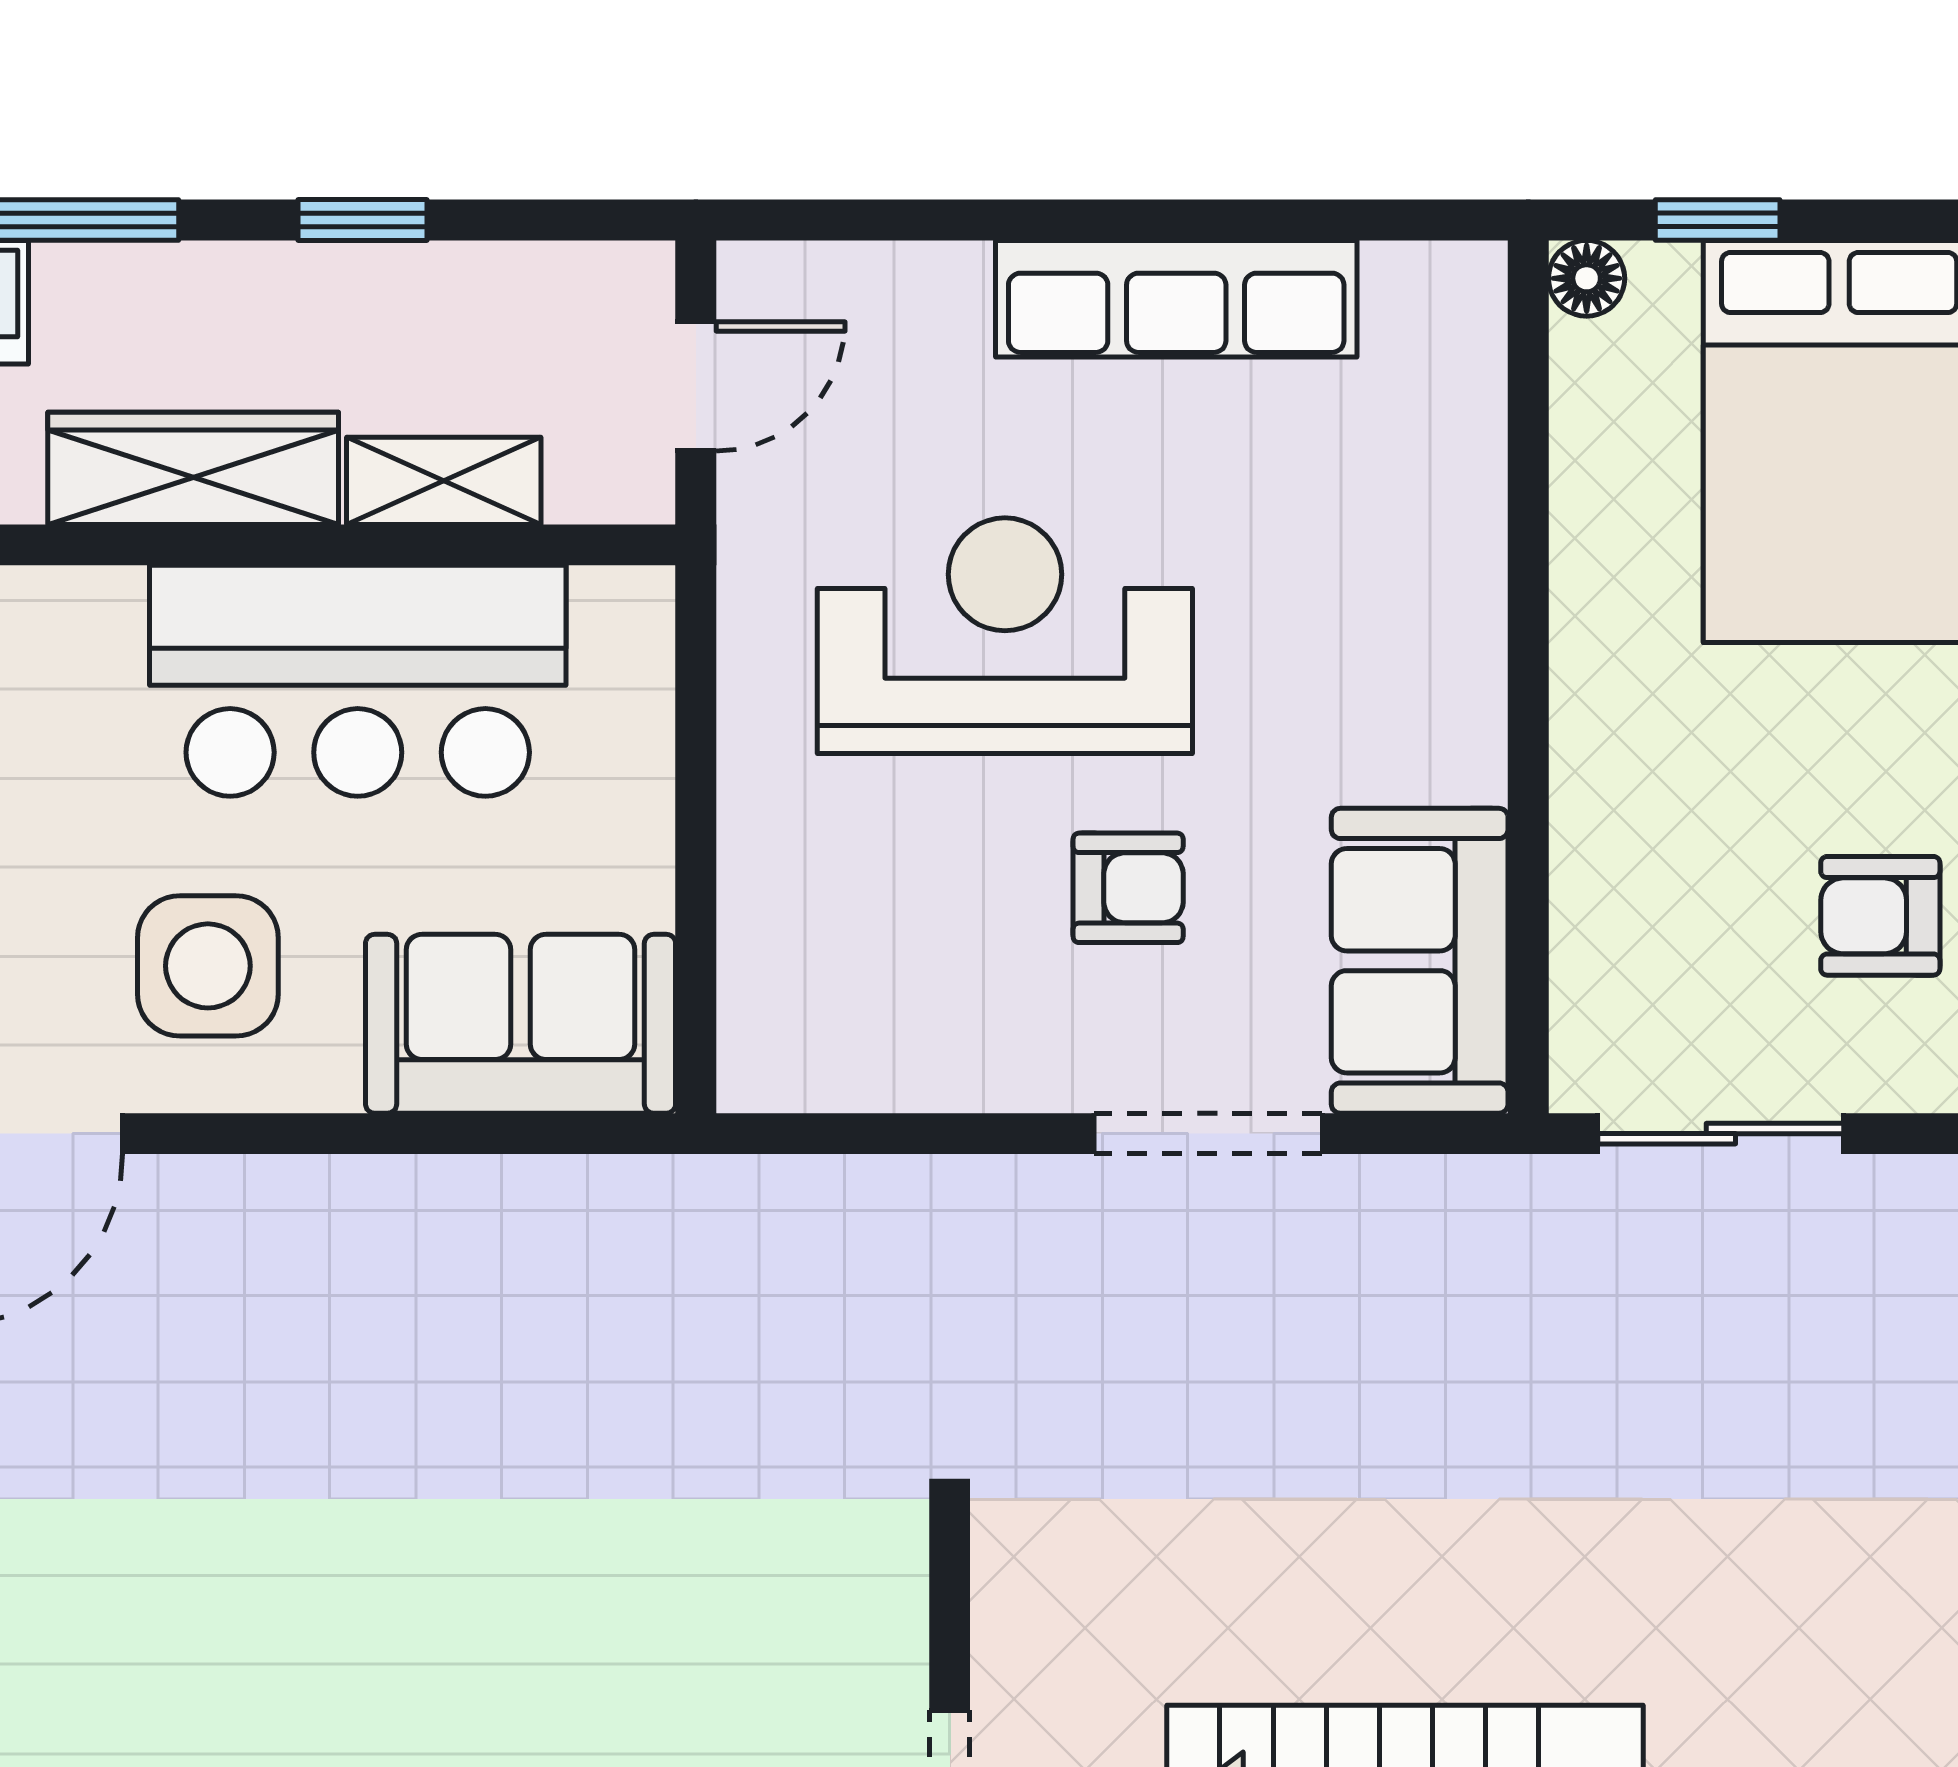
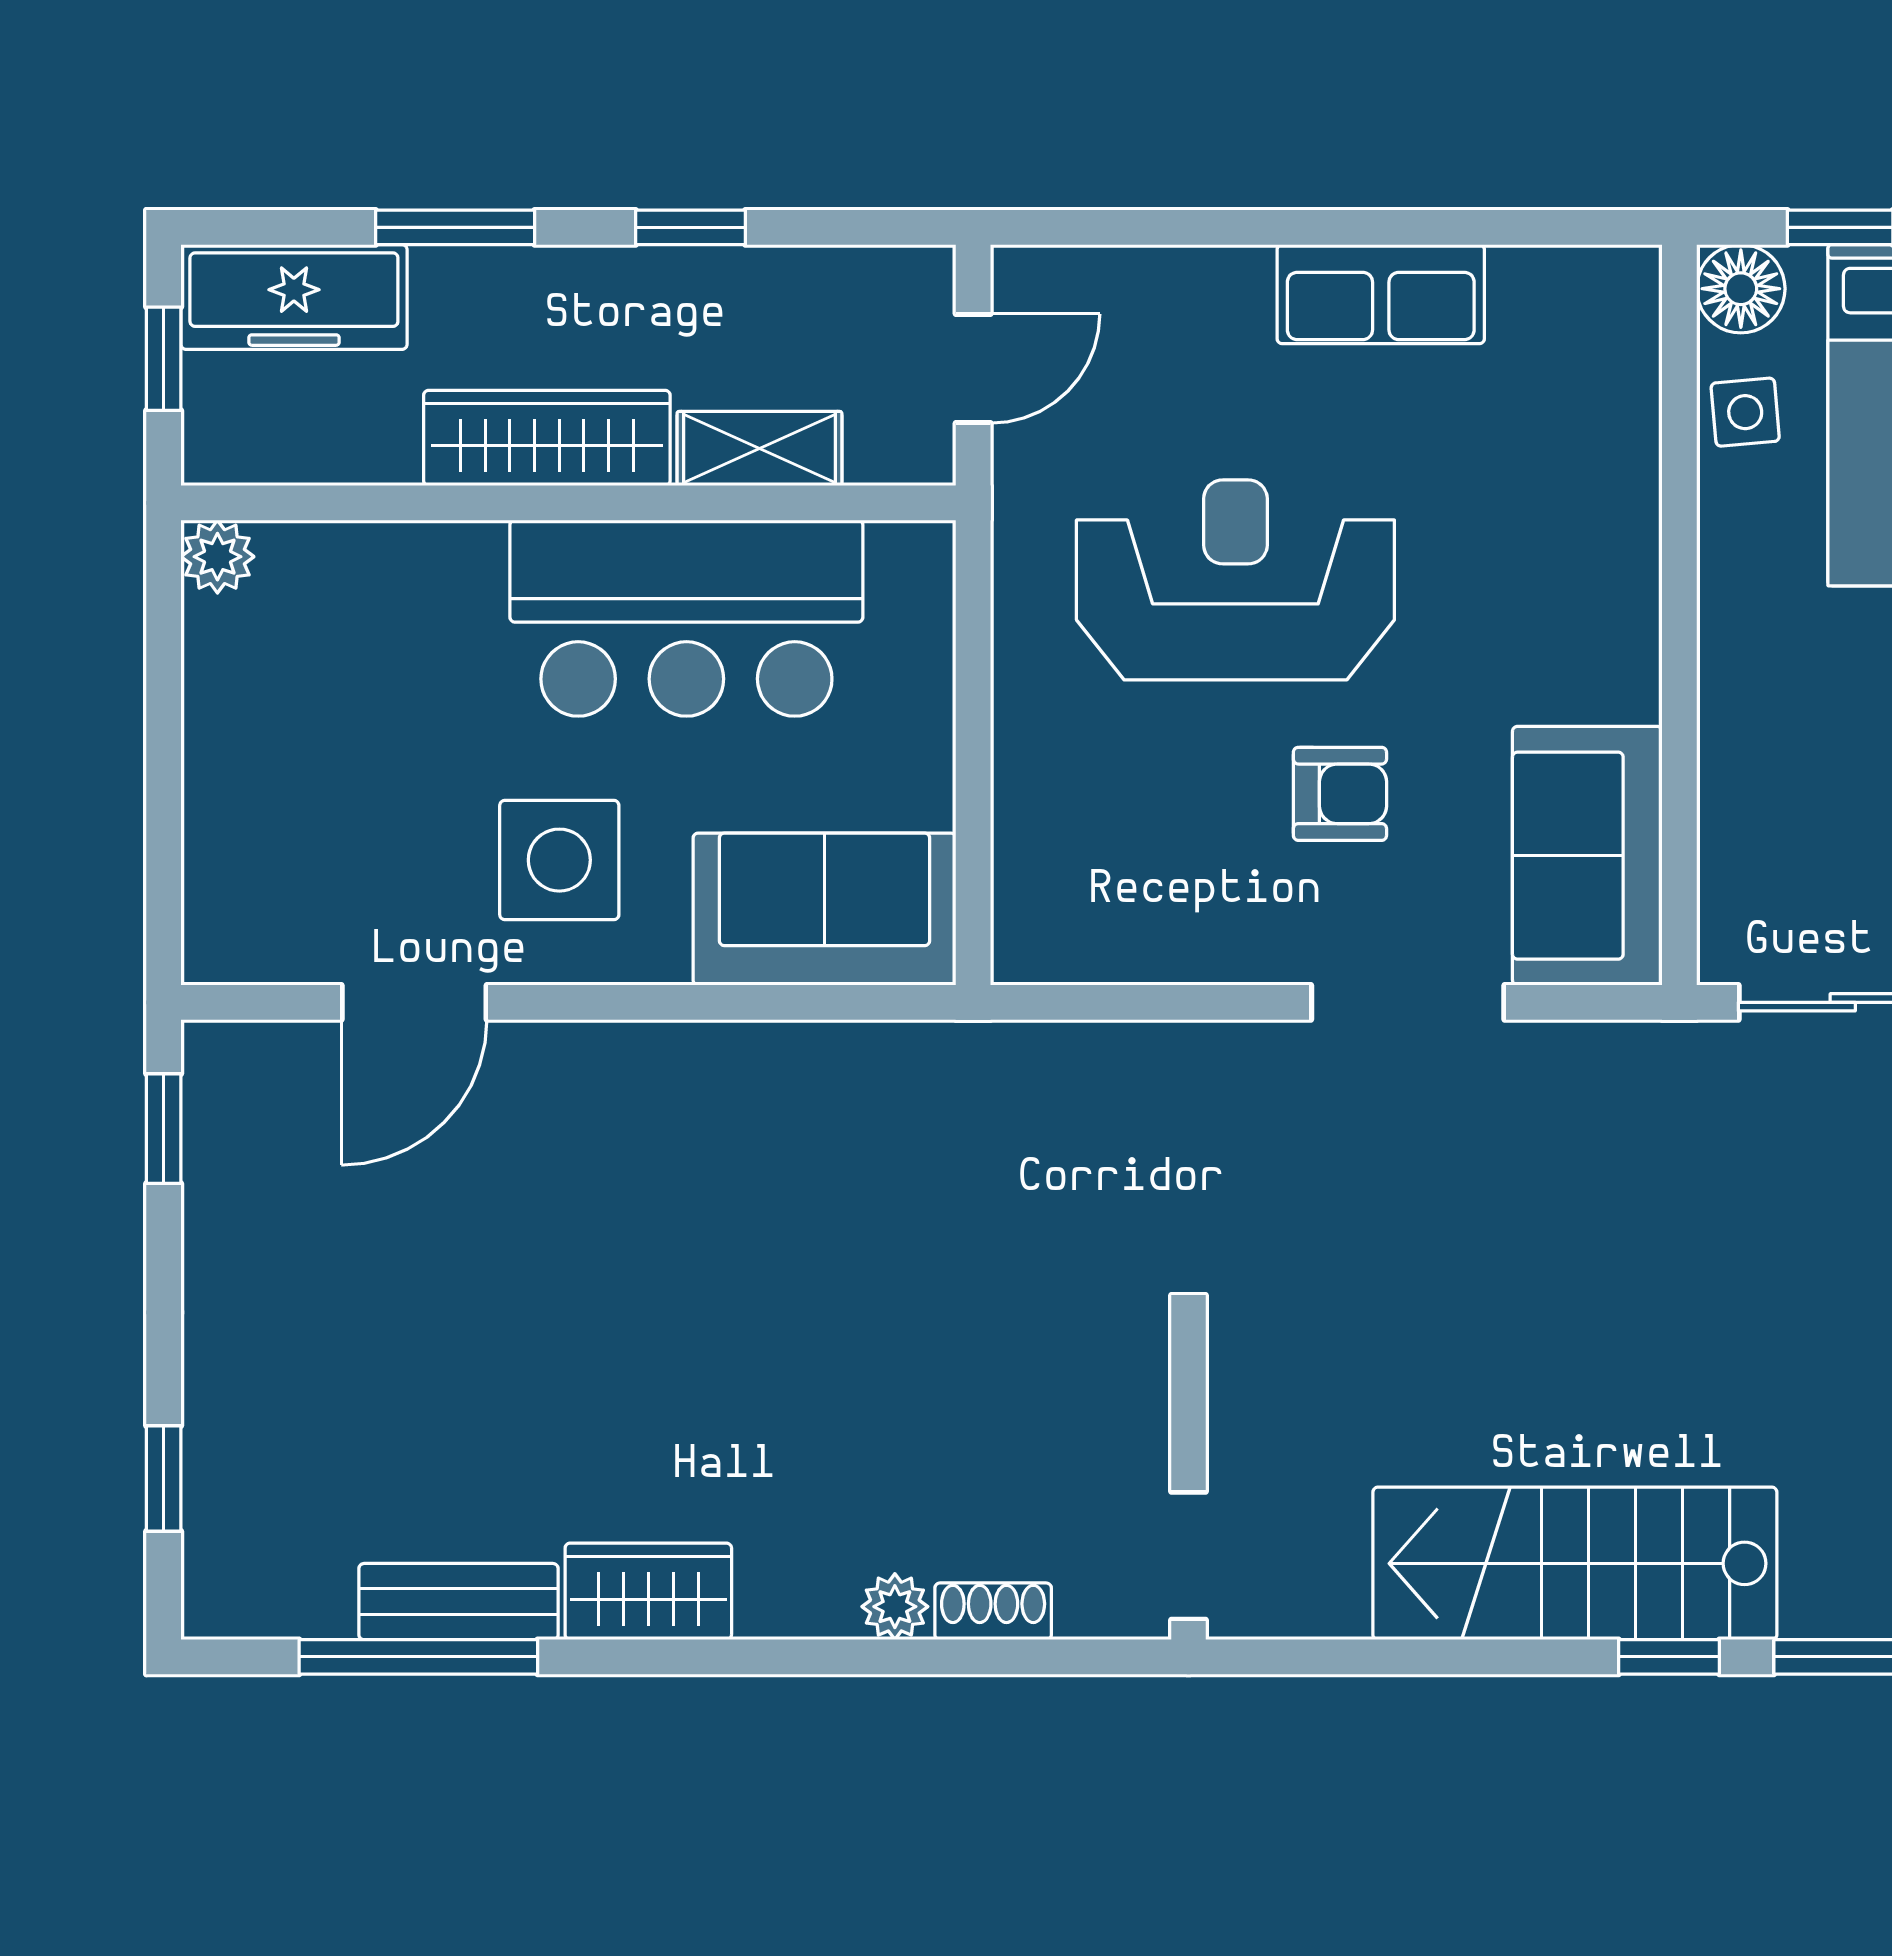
floor lamp: (1587, 278) -> (1741, 289), width x1.37, depth x1.37
row of seats: (1176, 299) -> (1381, 294), width x0.68
side table: (1606, 438) -> (1745, 412), added

